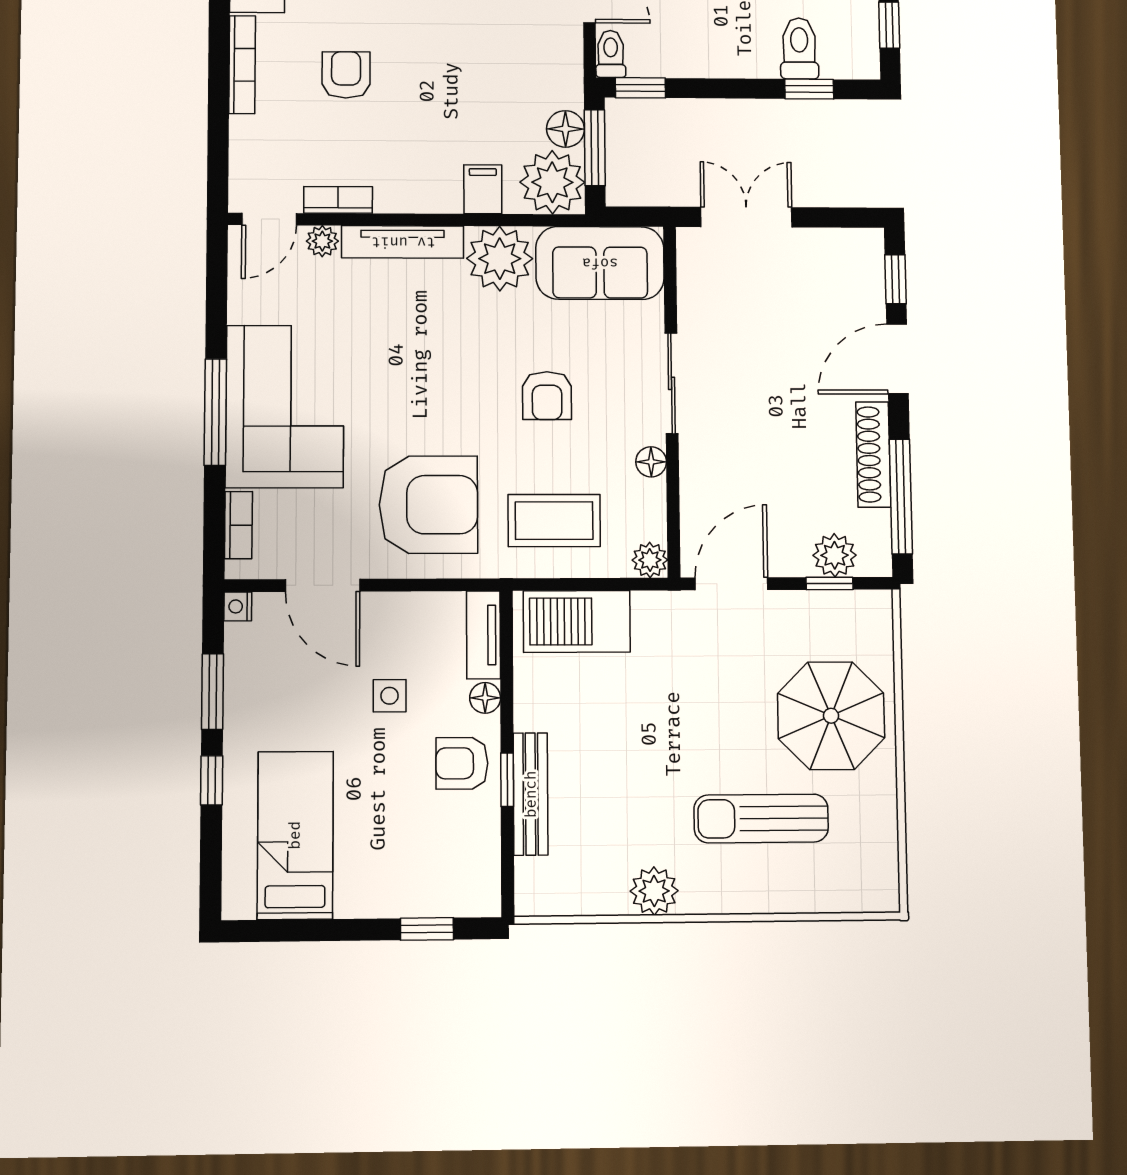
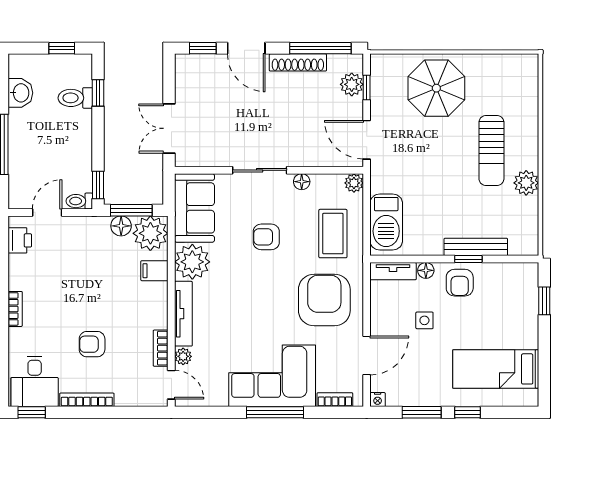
armchair: (547, 396) -> (266, 237), turned 180
sun lounger: (761, 818) -> (491, 150), moved

